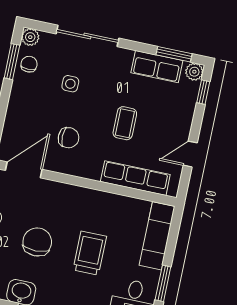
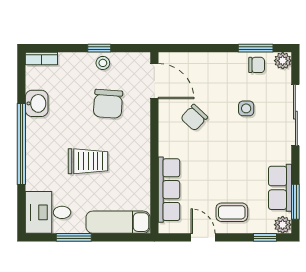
coffee table: (125, 123) -> (232, 212), moved
chair: (69, 138) -> (194, 118), turned 43
chair: (37, 242) -> (108, 104), moved, turned 94

